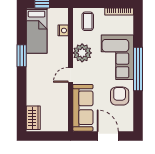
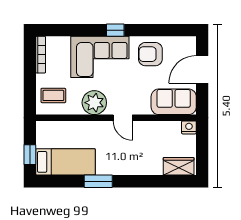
nightstand: (63, 30) -> (189, 127), moved
window: (138, 69) -> (115, 30), width x0.32
sofa: (83, 108) -> (174, 102), width x0.73

